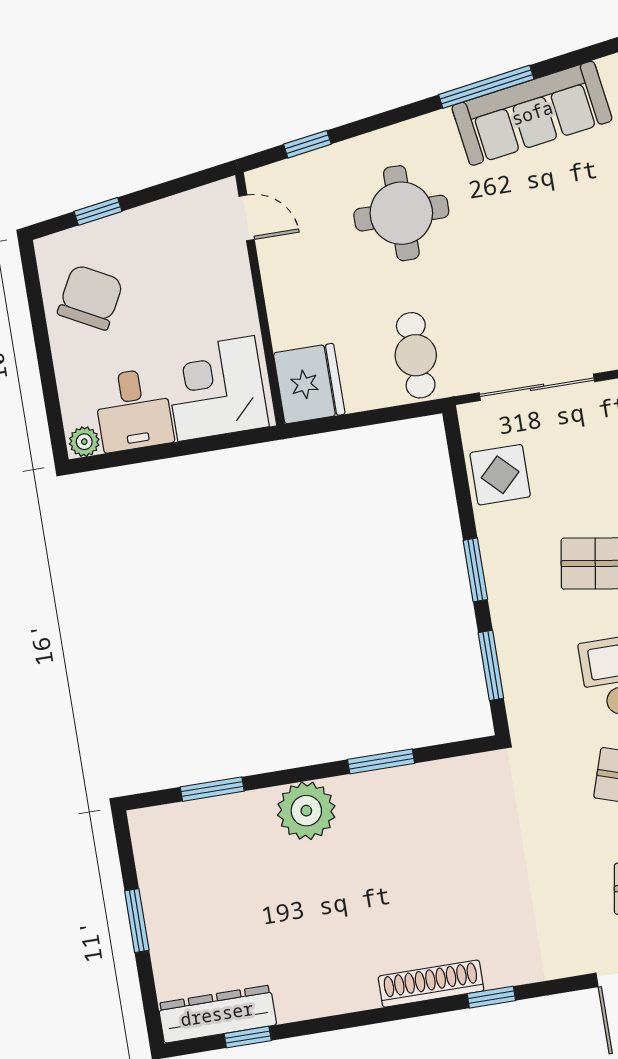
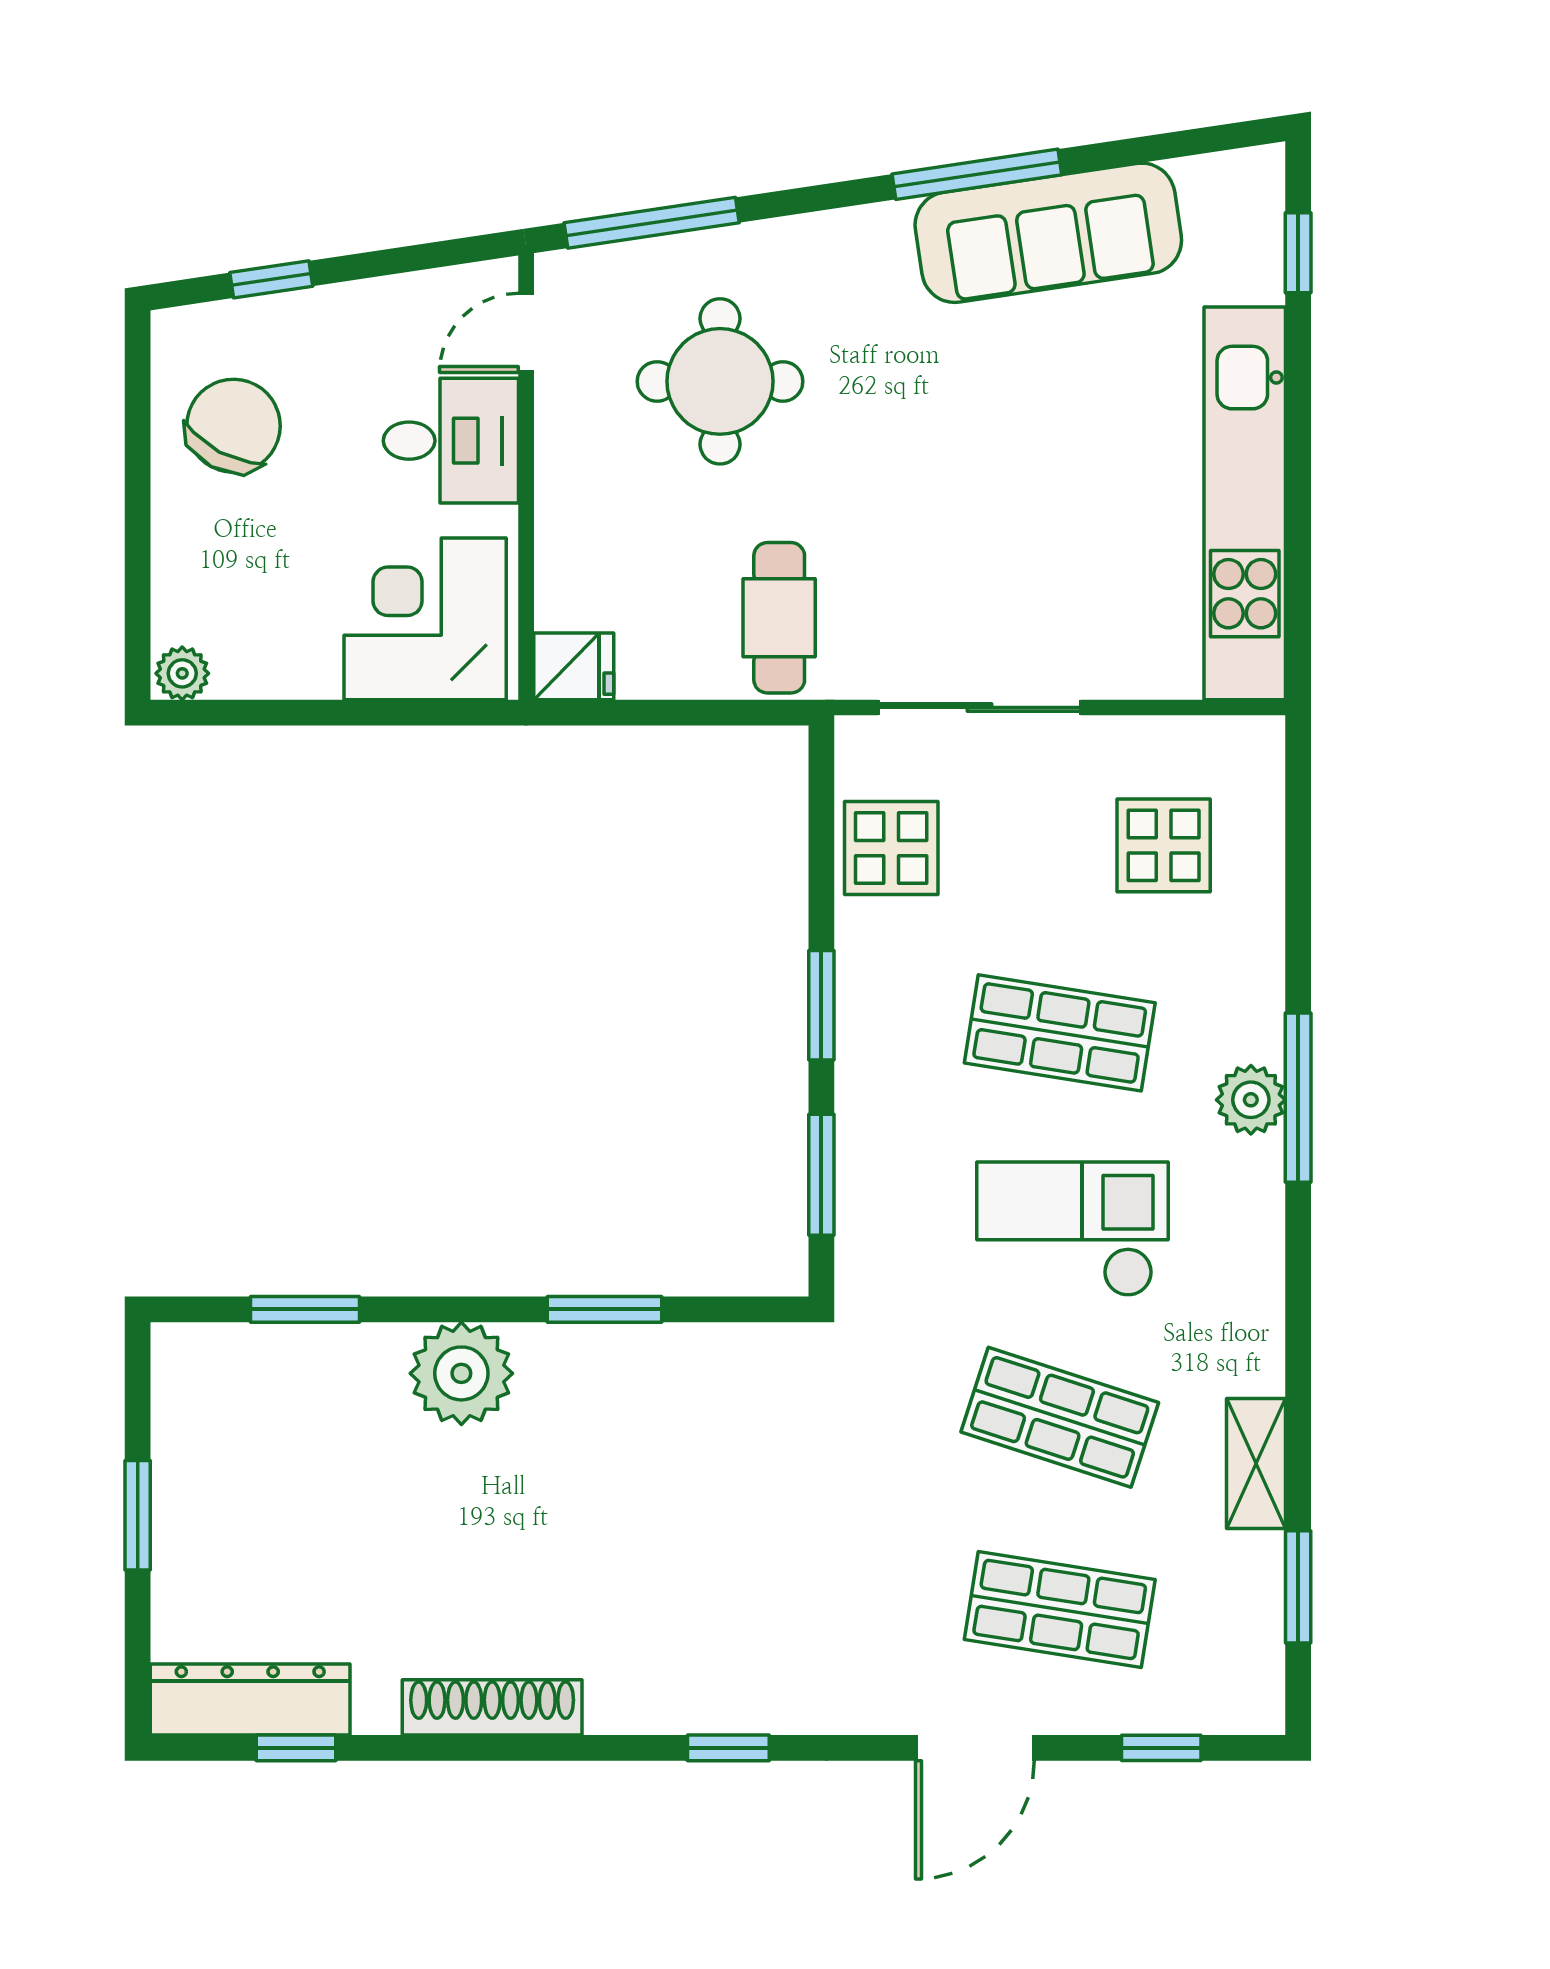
window: (307, 144) -> (652, 223), width x2.17
round table: (401, 213) -> (720, 381), moved
door: (247, 218) -> (526, 333), swing flipped
fridge: (309, 384) -> (574, 666), width x0.53, depth x0.75
desk: (134, 410) -> (451, 441), moved, turned -90
shoe rack: (431, 984) -> (492, 1707), moved

